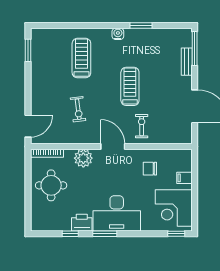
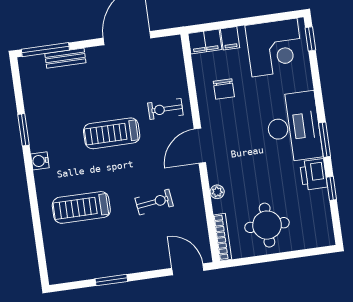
window: (28, 50) -> (111, 280), moved
plant: (83, 158) -> (217, 192), width x0.53, depth x0.53
filing cabinet: (185, 160) -> (205, 41), added

